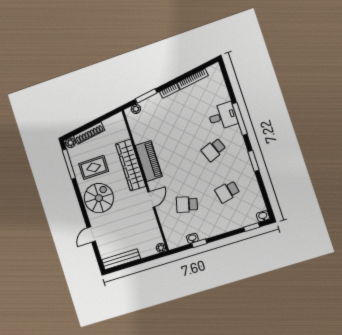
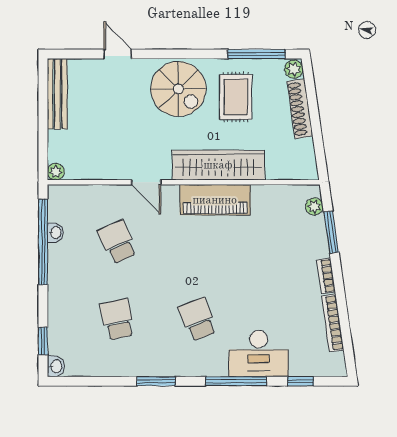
window: (229, 85) -> (301, 381), added
desk: (223, 116) -> (259, 353), width x1.37
school desk: (187, 204) -> (117, 242), turned -39
window: (199, 243) -> (43, 242), width x3.17

